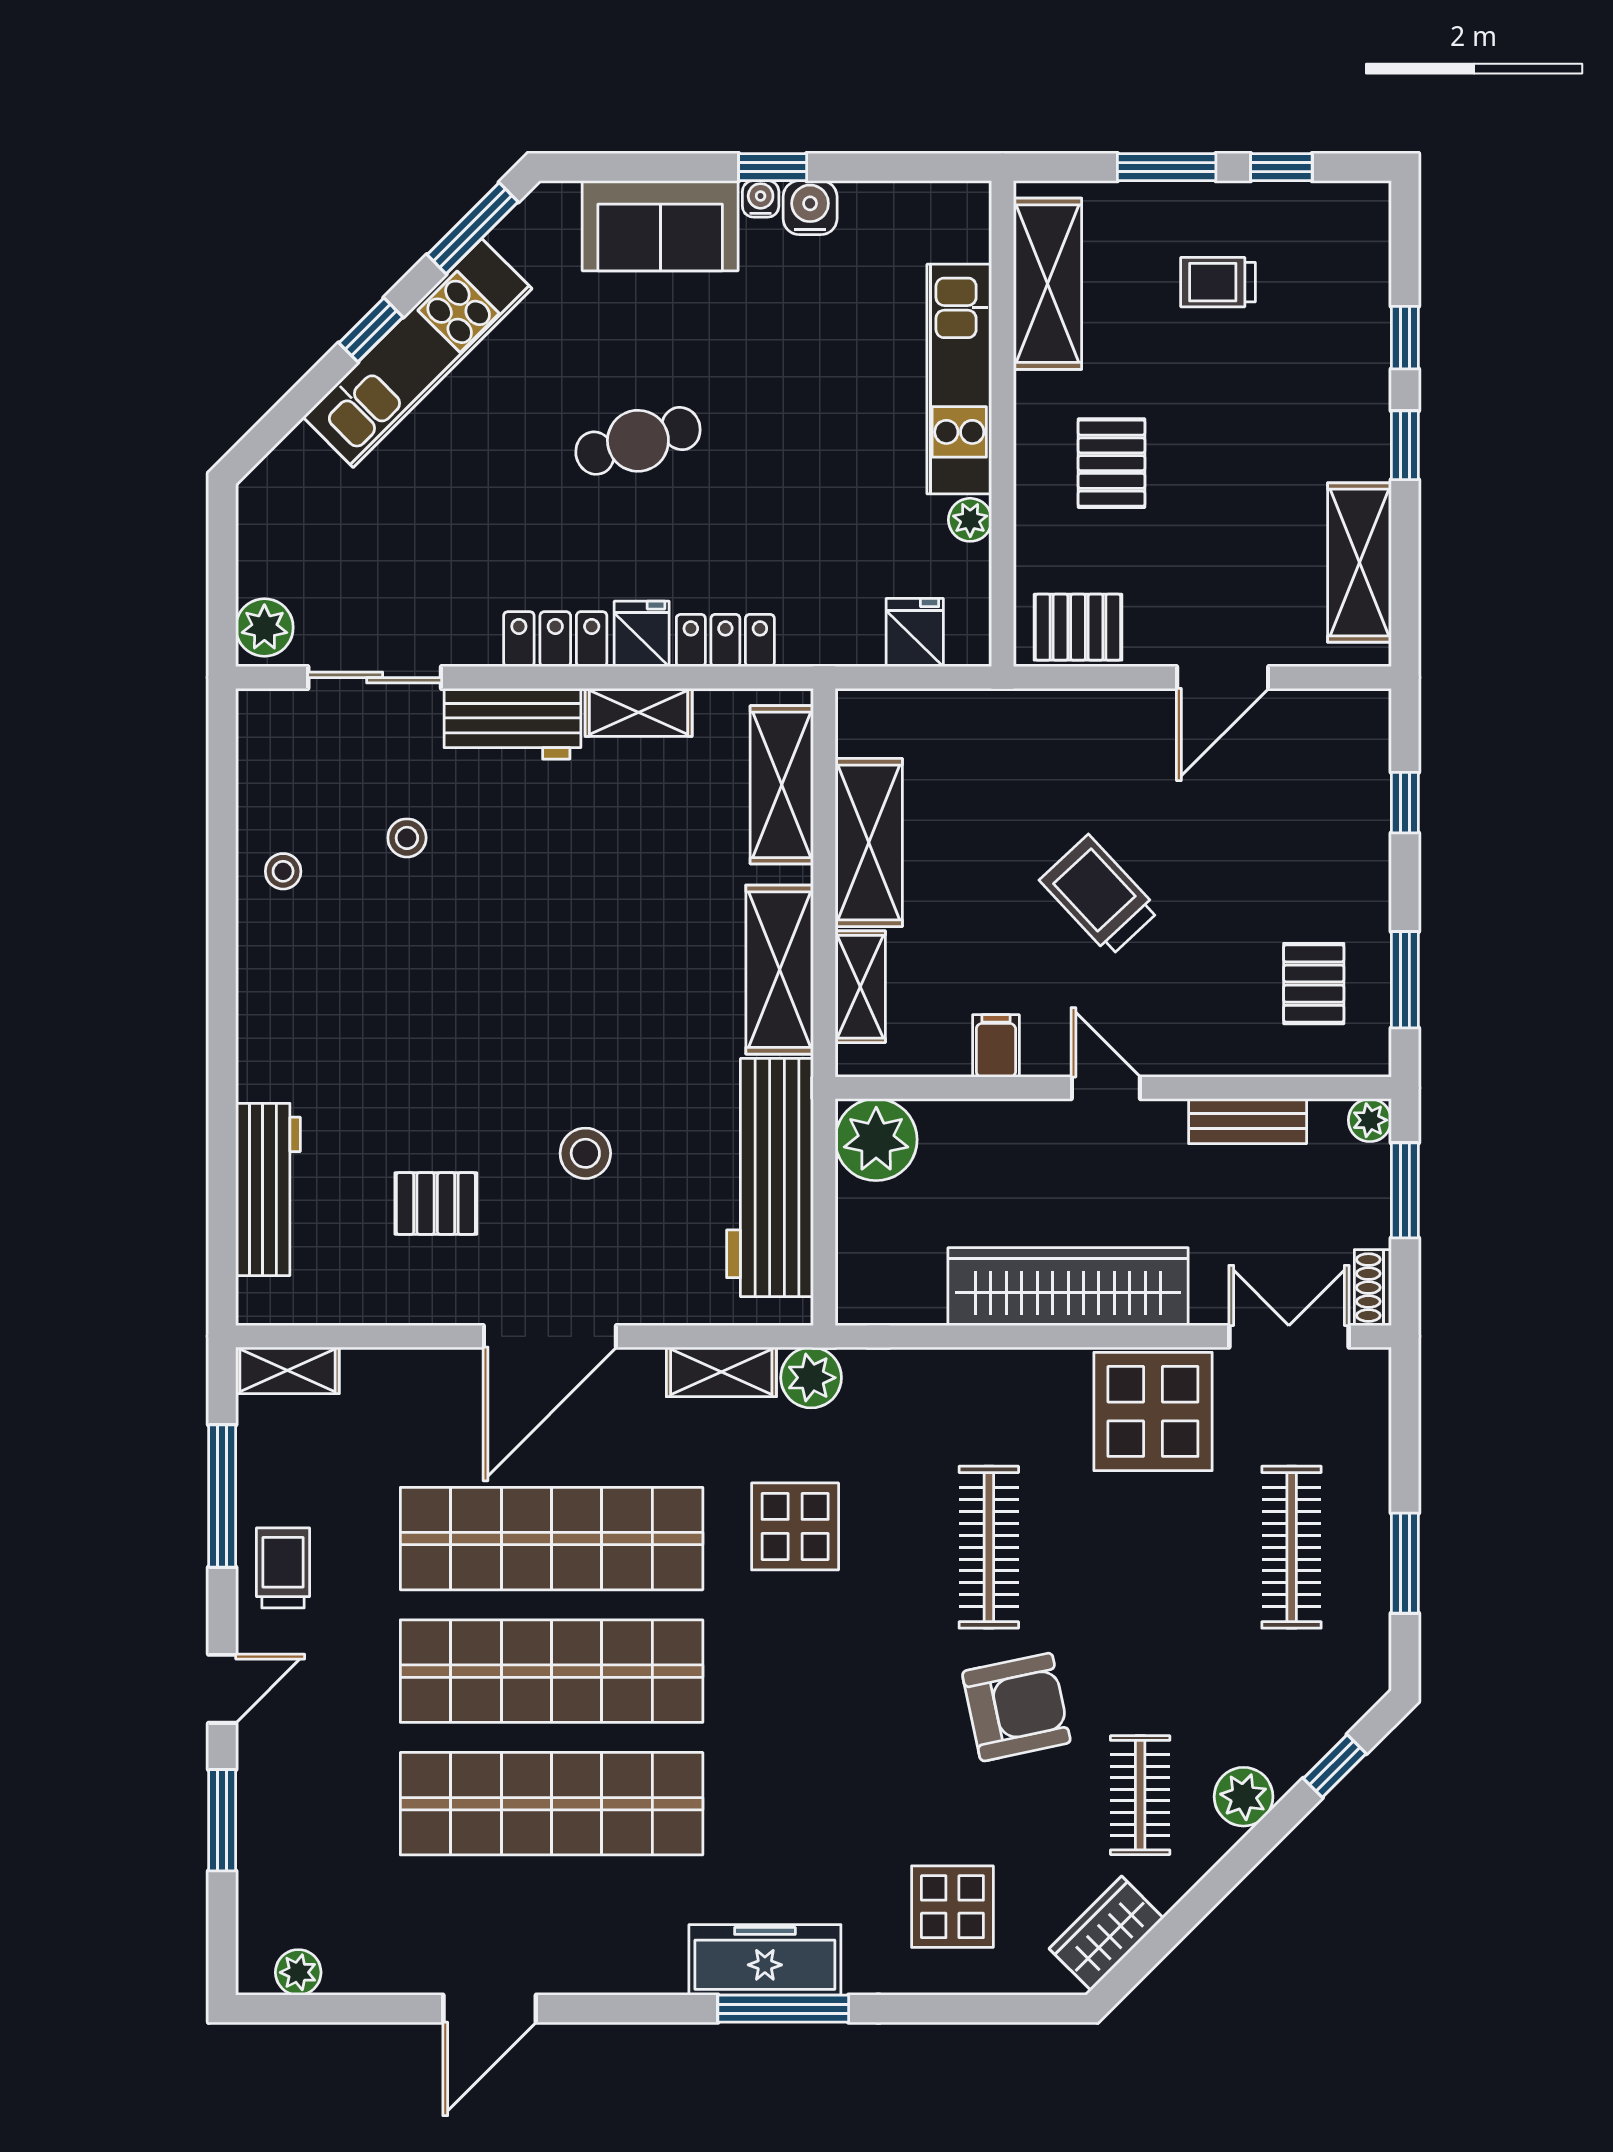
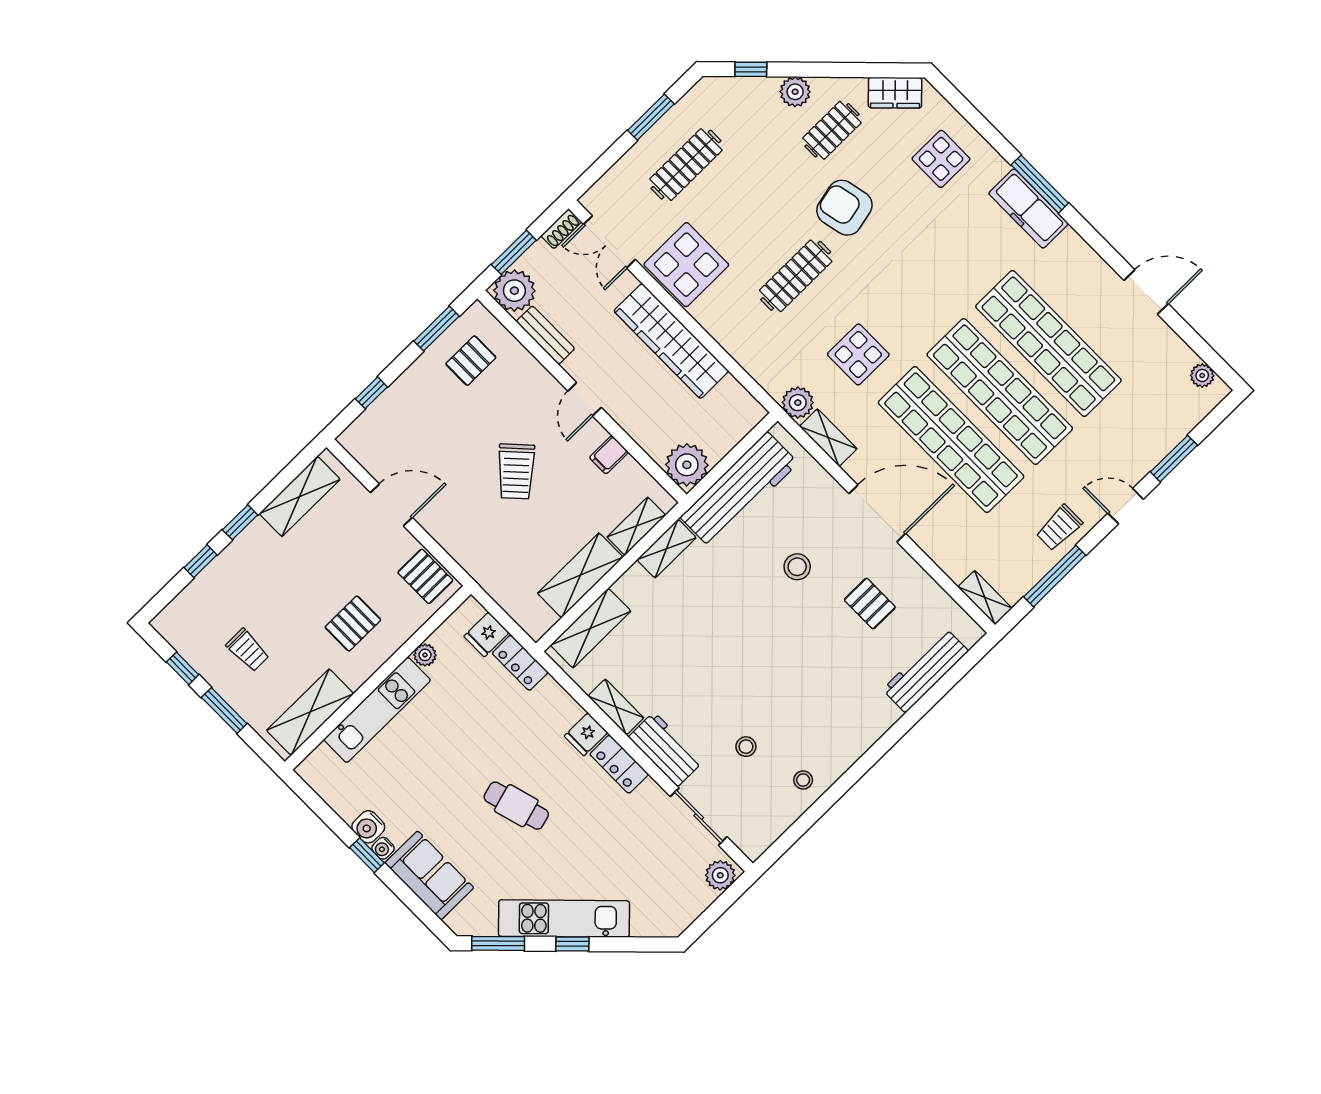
locker: (725, 641) -> (520, 663), moved
shelving: (780, 970) -> (667, 549), width x0.67, depth x0.75
plant: (1370, 1120) -> (514, 291), width x1.87, depth x1.87

